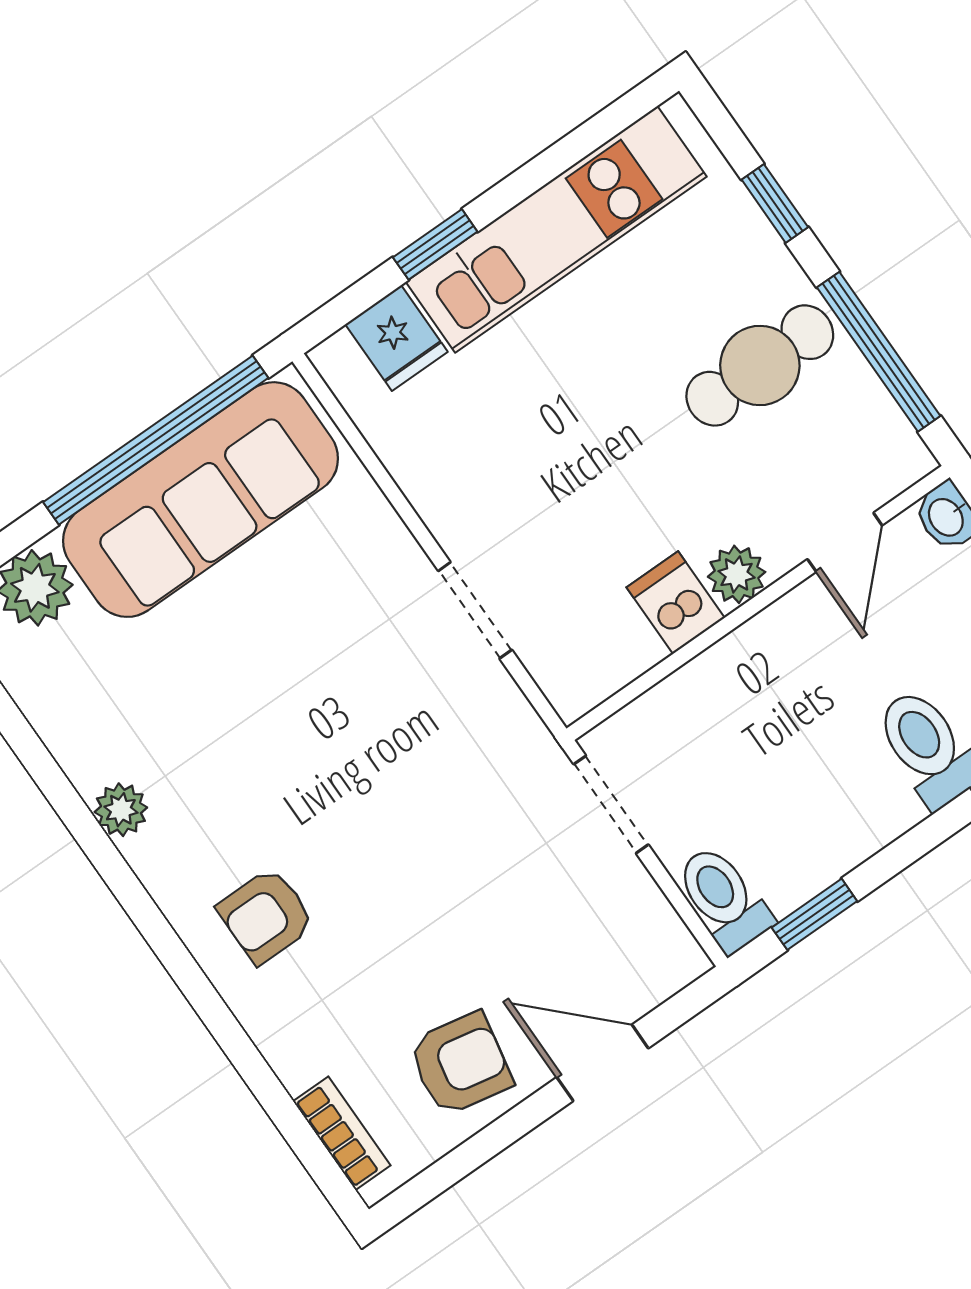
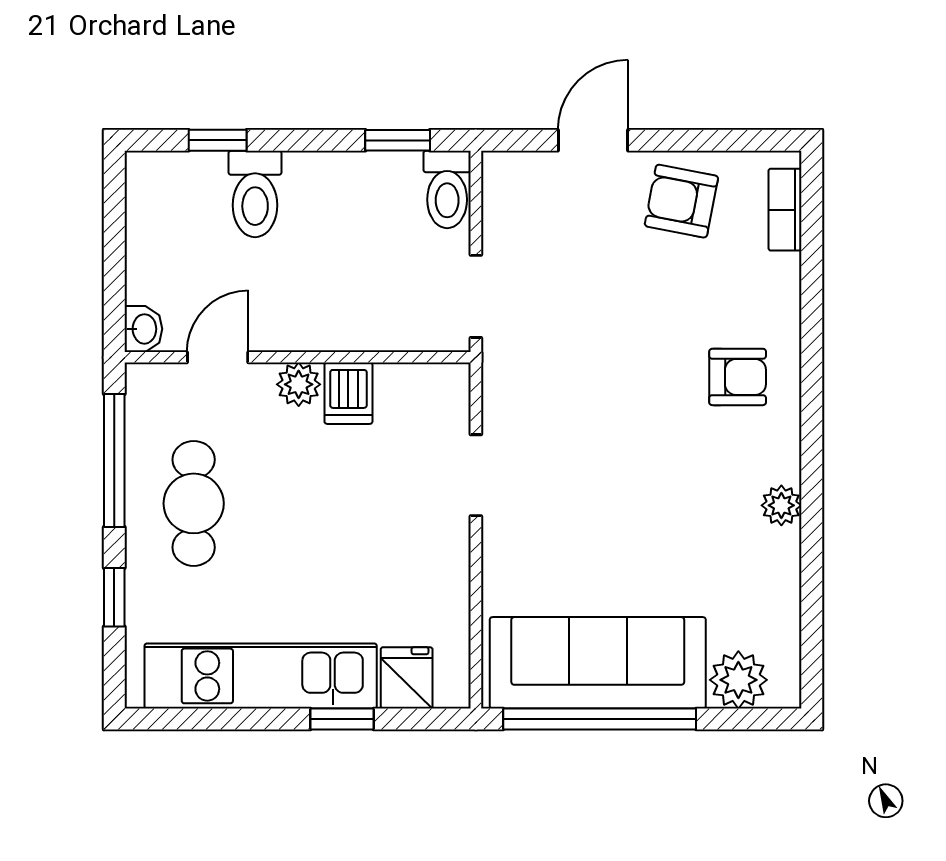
cafe table: (760, 365) -> (194, 503), turned 90
door: (603, 1063) -> (593, 140), swing flipped

